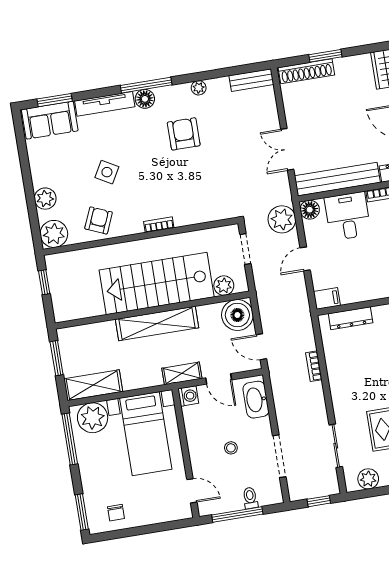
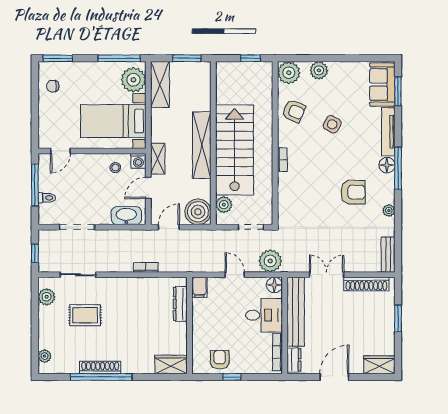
shoe rack: (306, 71) -> (366, 284), moved, turned -90
stool: (231, 448) -> (115, 168), moved

